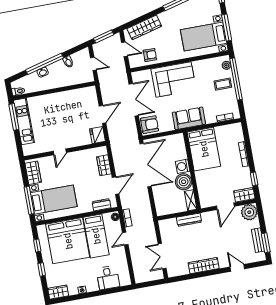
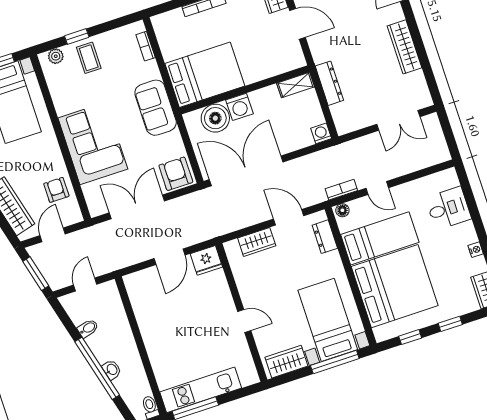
window: (236, 79) -> (77, 37), width x0.32
door: (103, 114) -> (169, 257), swing flipped
boiler: (184, 182) -> (215, 118), moved
washing machine: (161, 211) -> (321, 133), added

